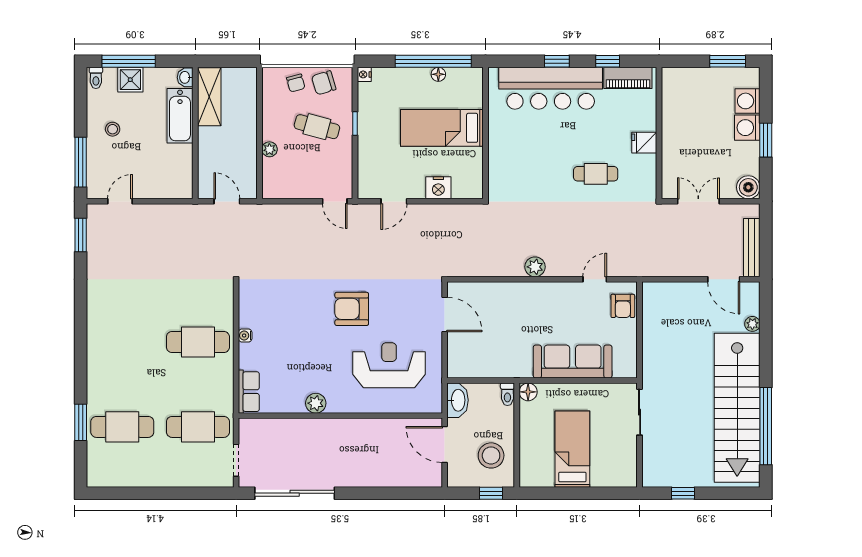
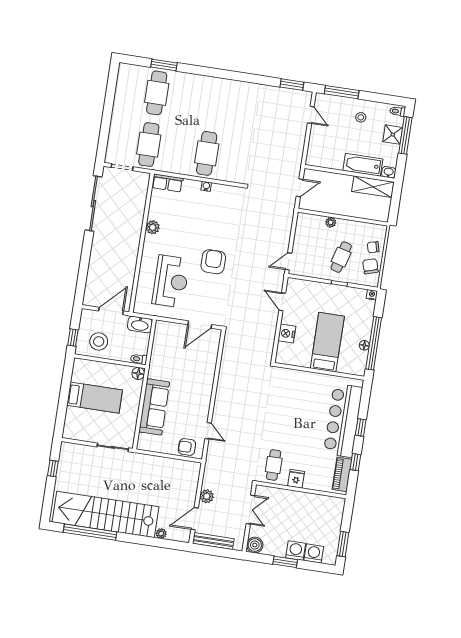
cafe table: (596, 174) -> (274, 465), moved
plant: (535, 267) -> (207, 496), moved

